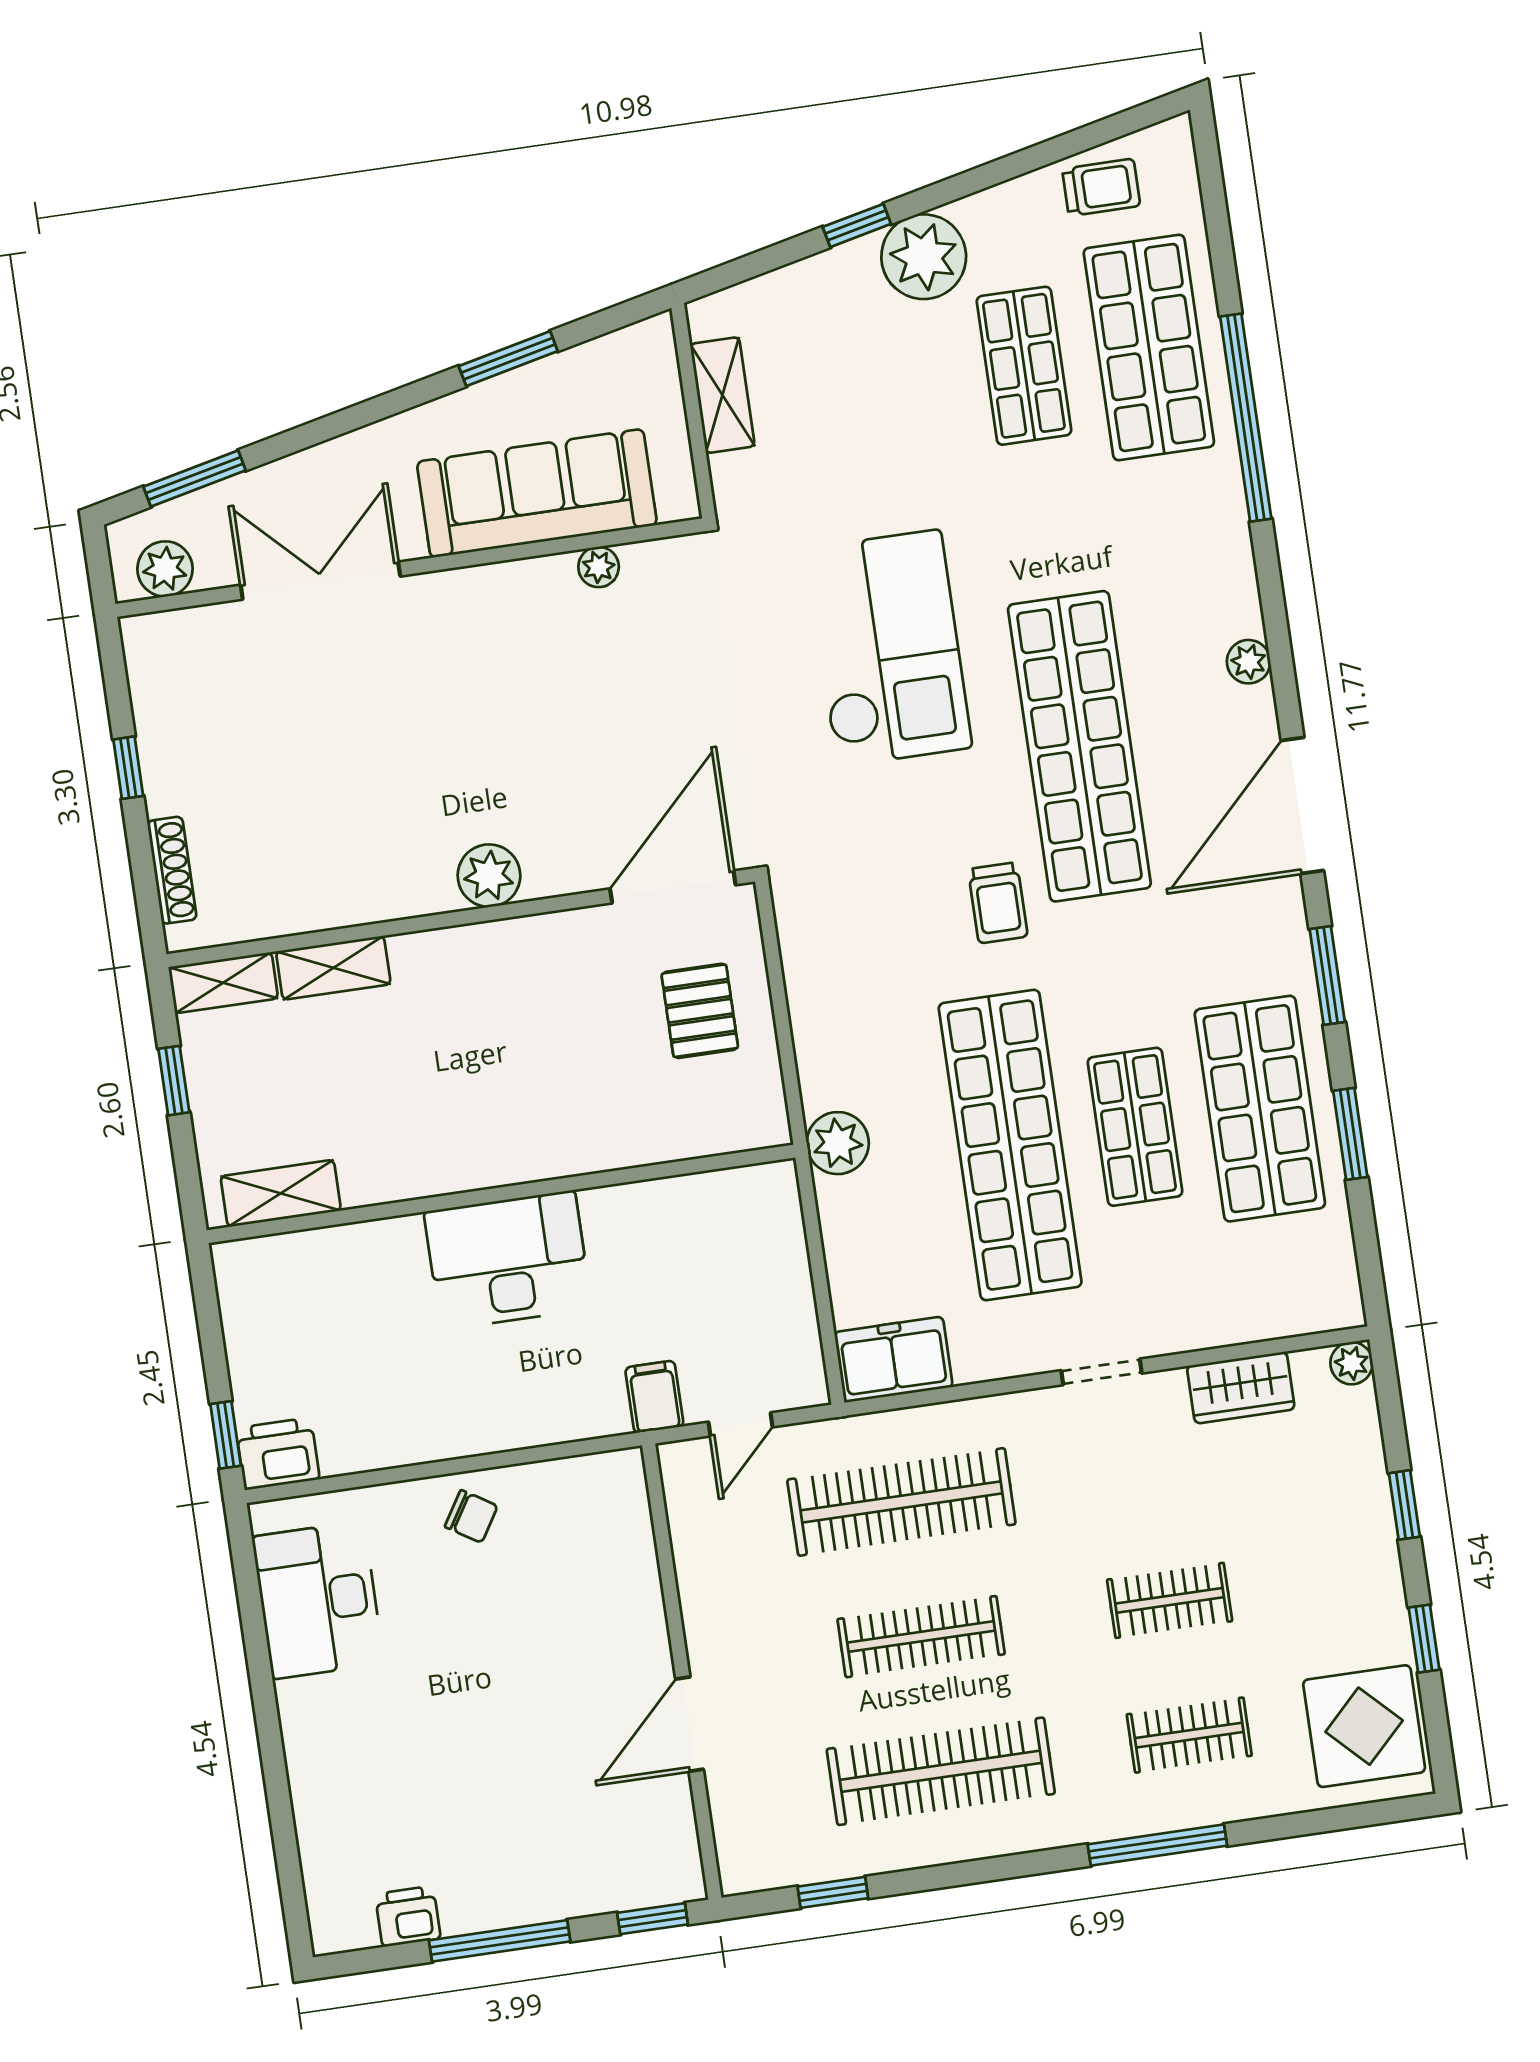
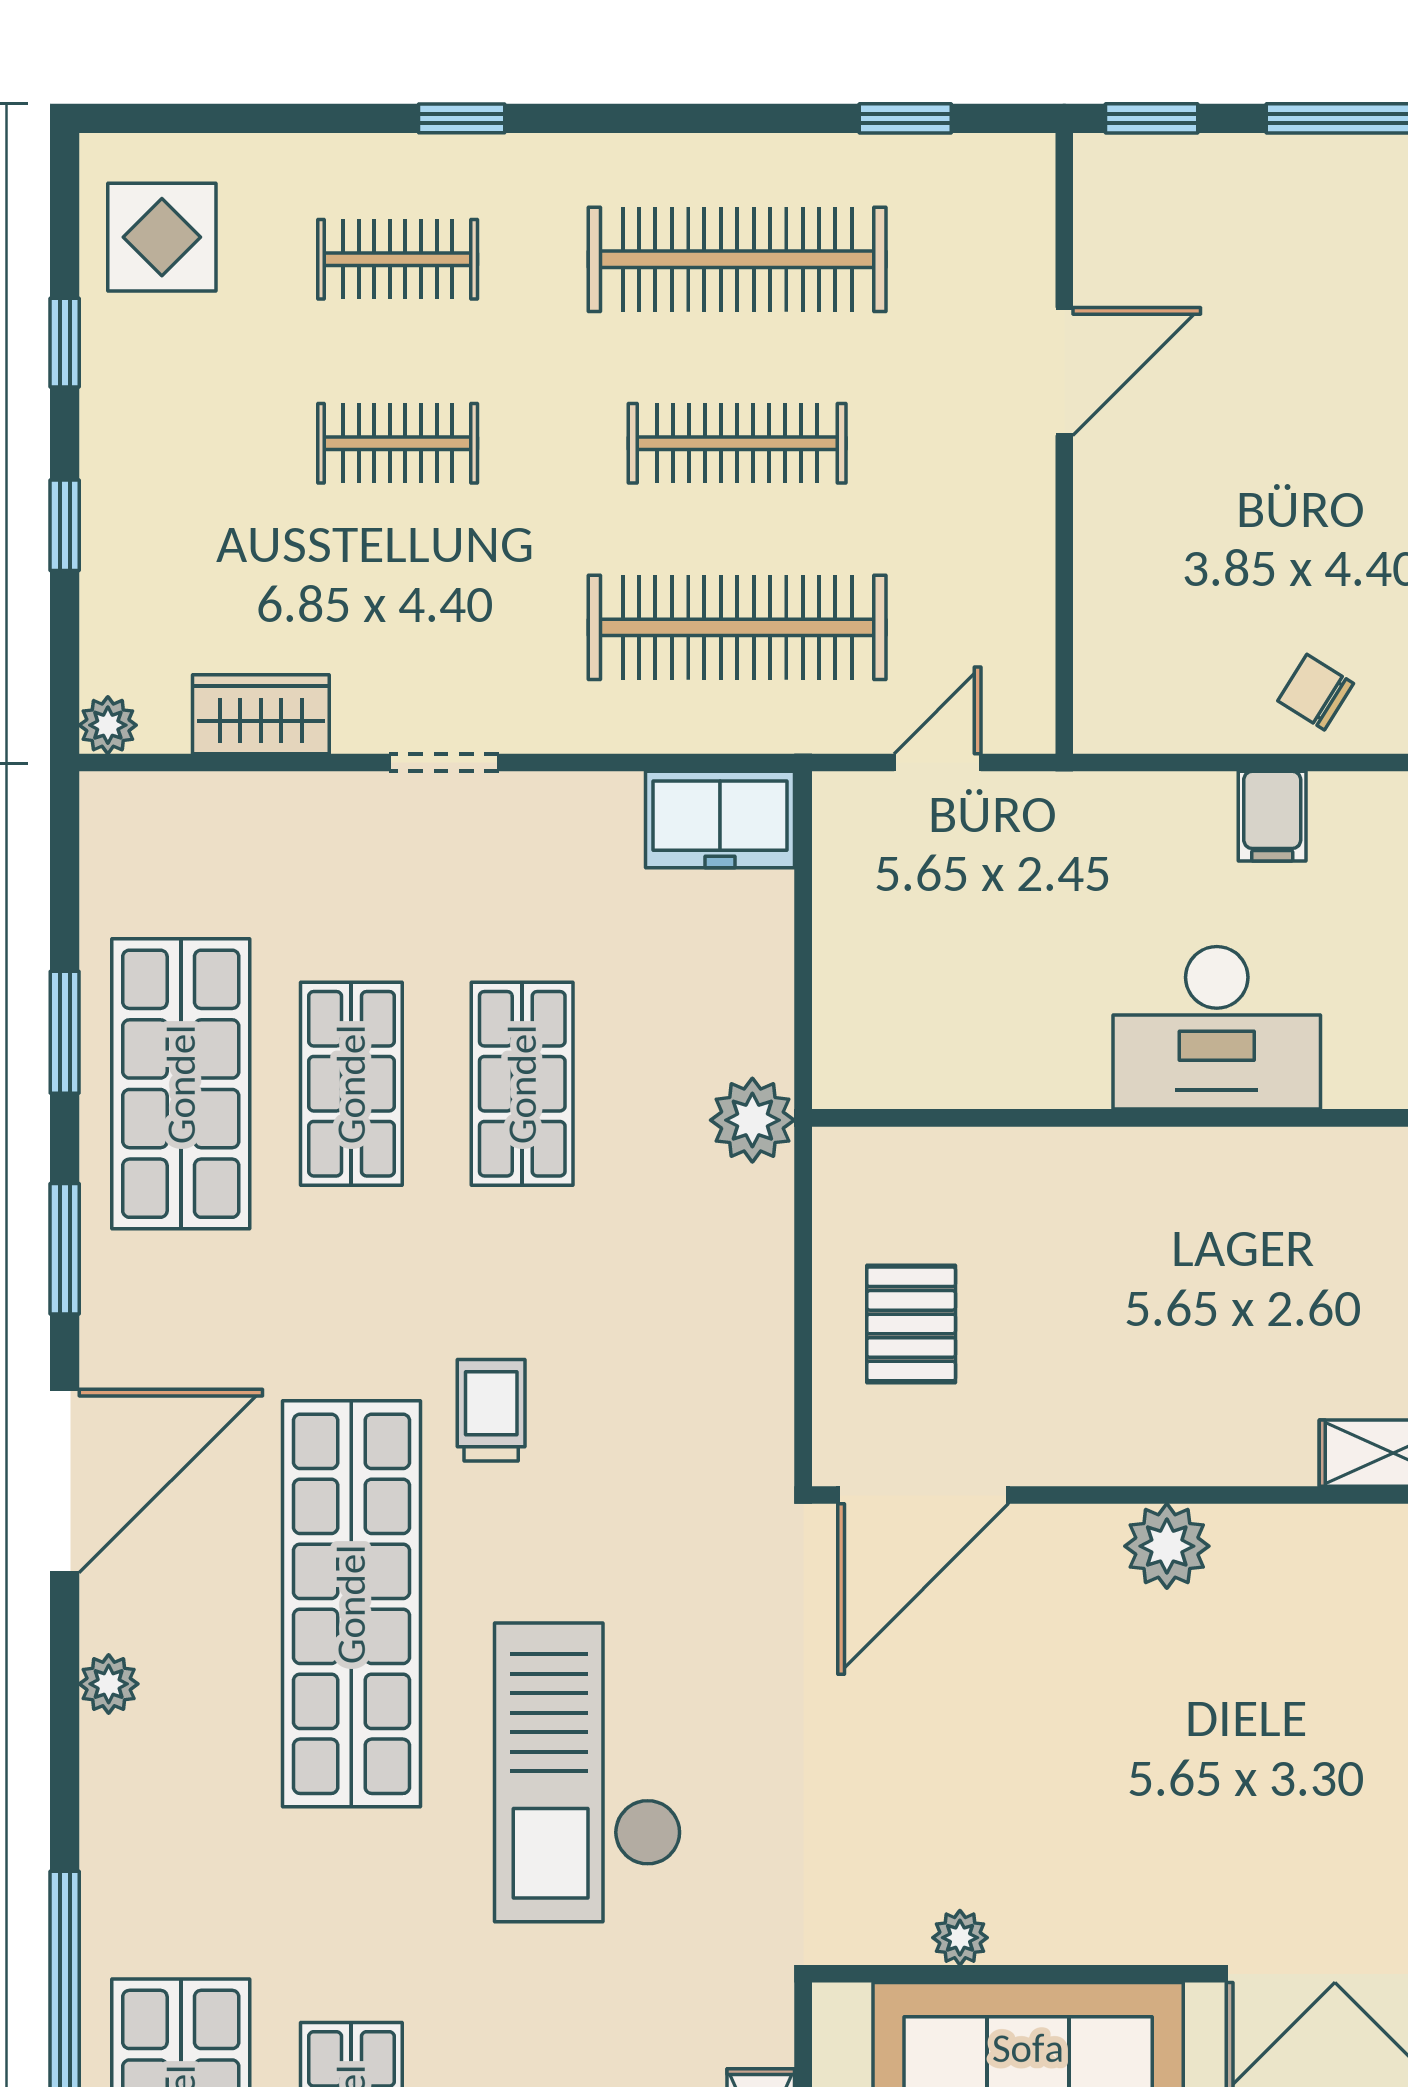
shop shelf: (1010, 1145) -> (522, 1084), width x0.50, depth x0.74
filing cabinet: (654, 1397) -> (1272, 816), moved
display table: (1364, 1726) -> (162, 237), width x0.73, depth x0.73
window: (1157, 1845) -> (462, 118), width x0.46

